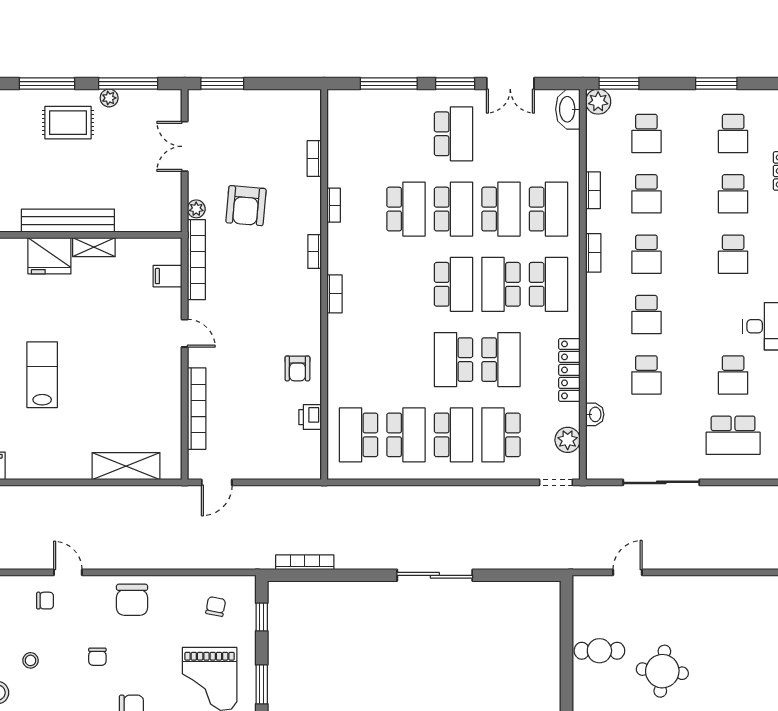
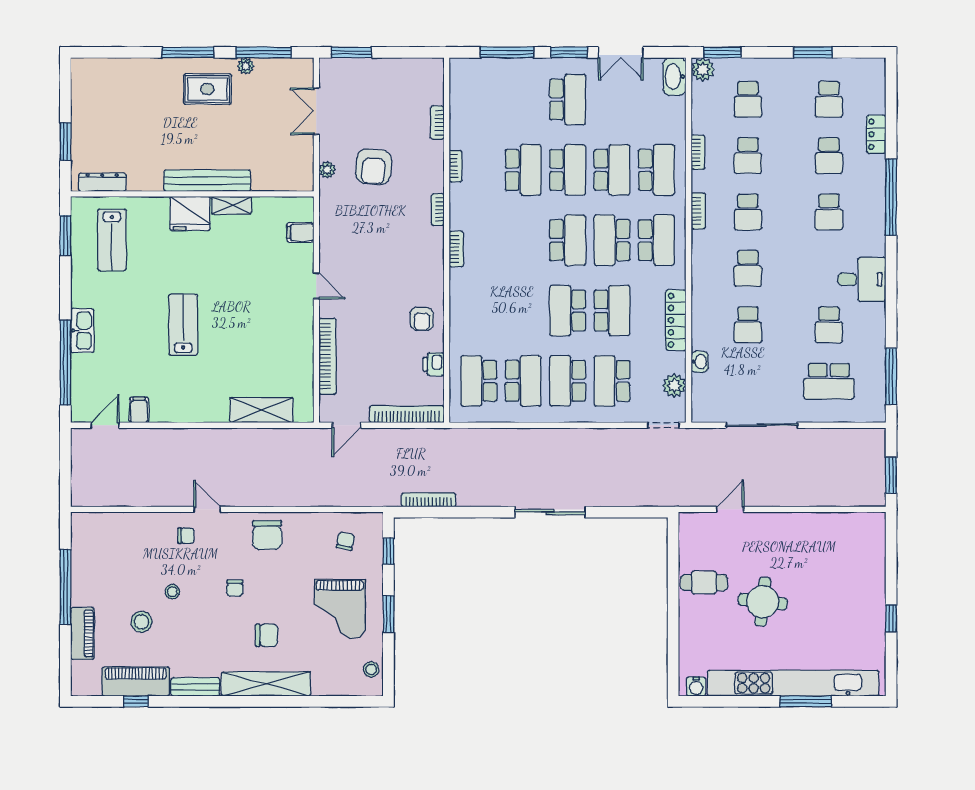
bookcase: (196, 260) -> (407, 414), moved, turned -90
school desk: (453, 435) -> (568, 381), turned 180

